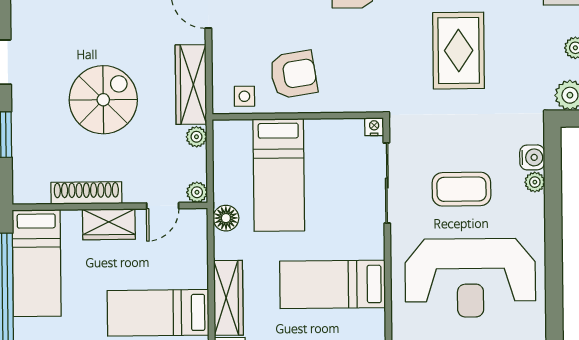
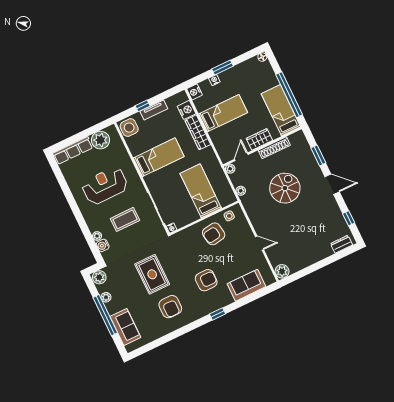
wardrobe: (191, 84) -> (253, 211), removed
spiral stairs: (103, 100) -> (285, 188), turned 180
floor lamp: (226, 218) -> (214, 164), removed
reception desk: (470, 278) -> (105, 186), width x0.74, depth x0.77

